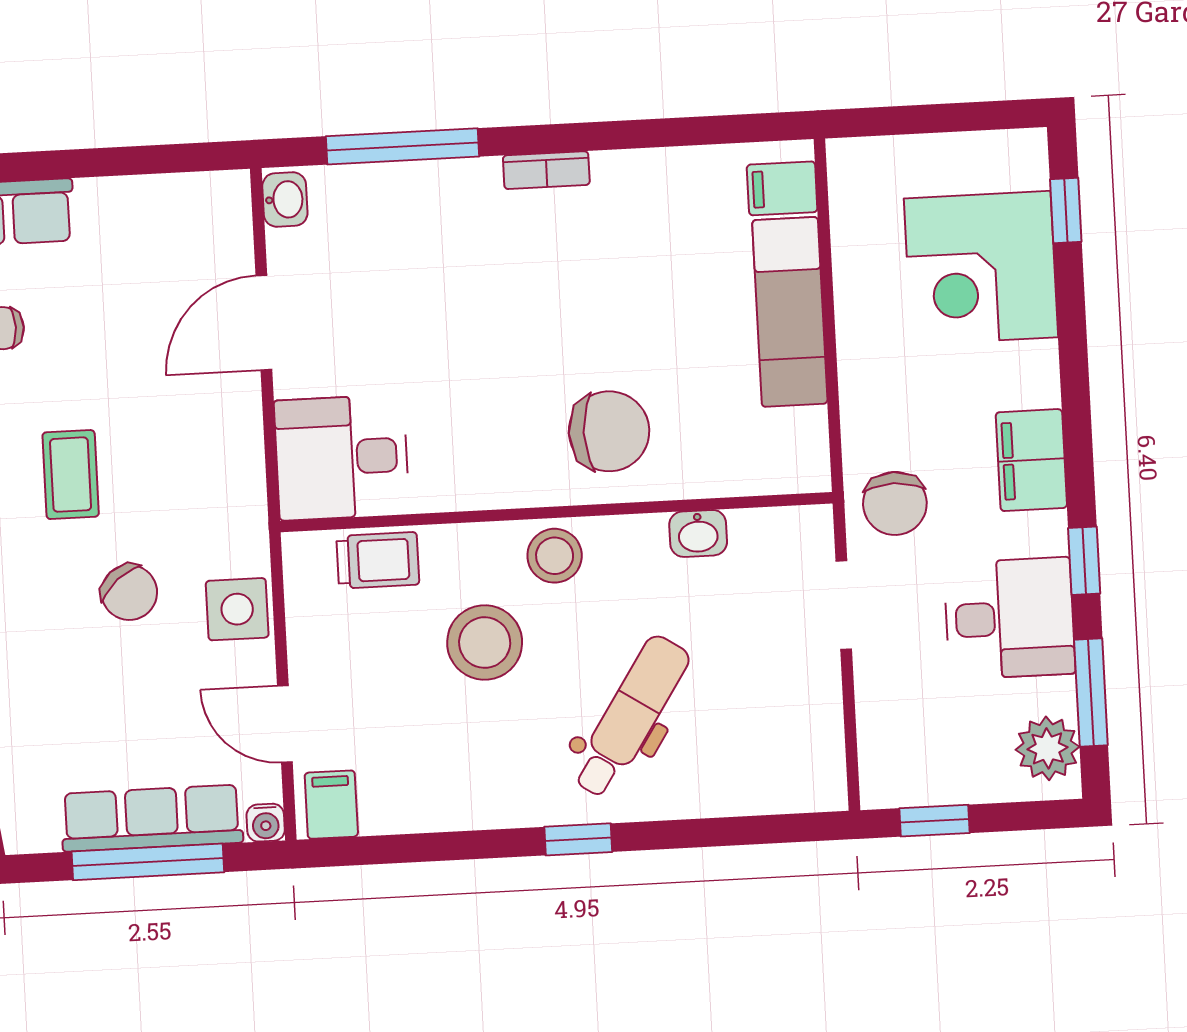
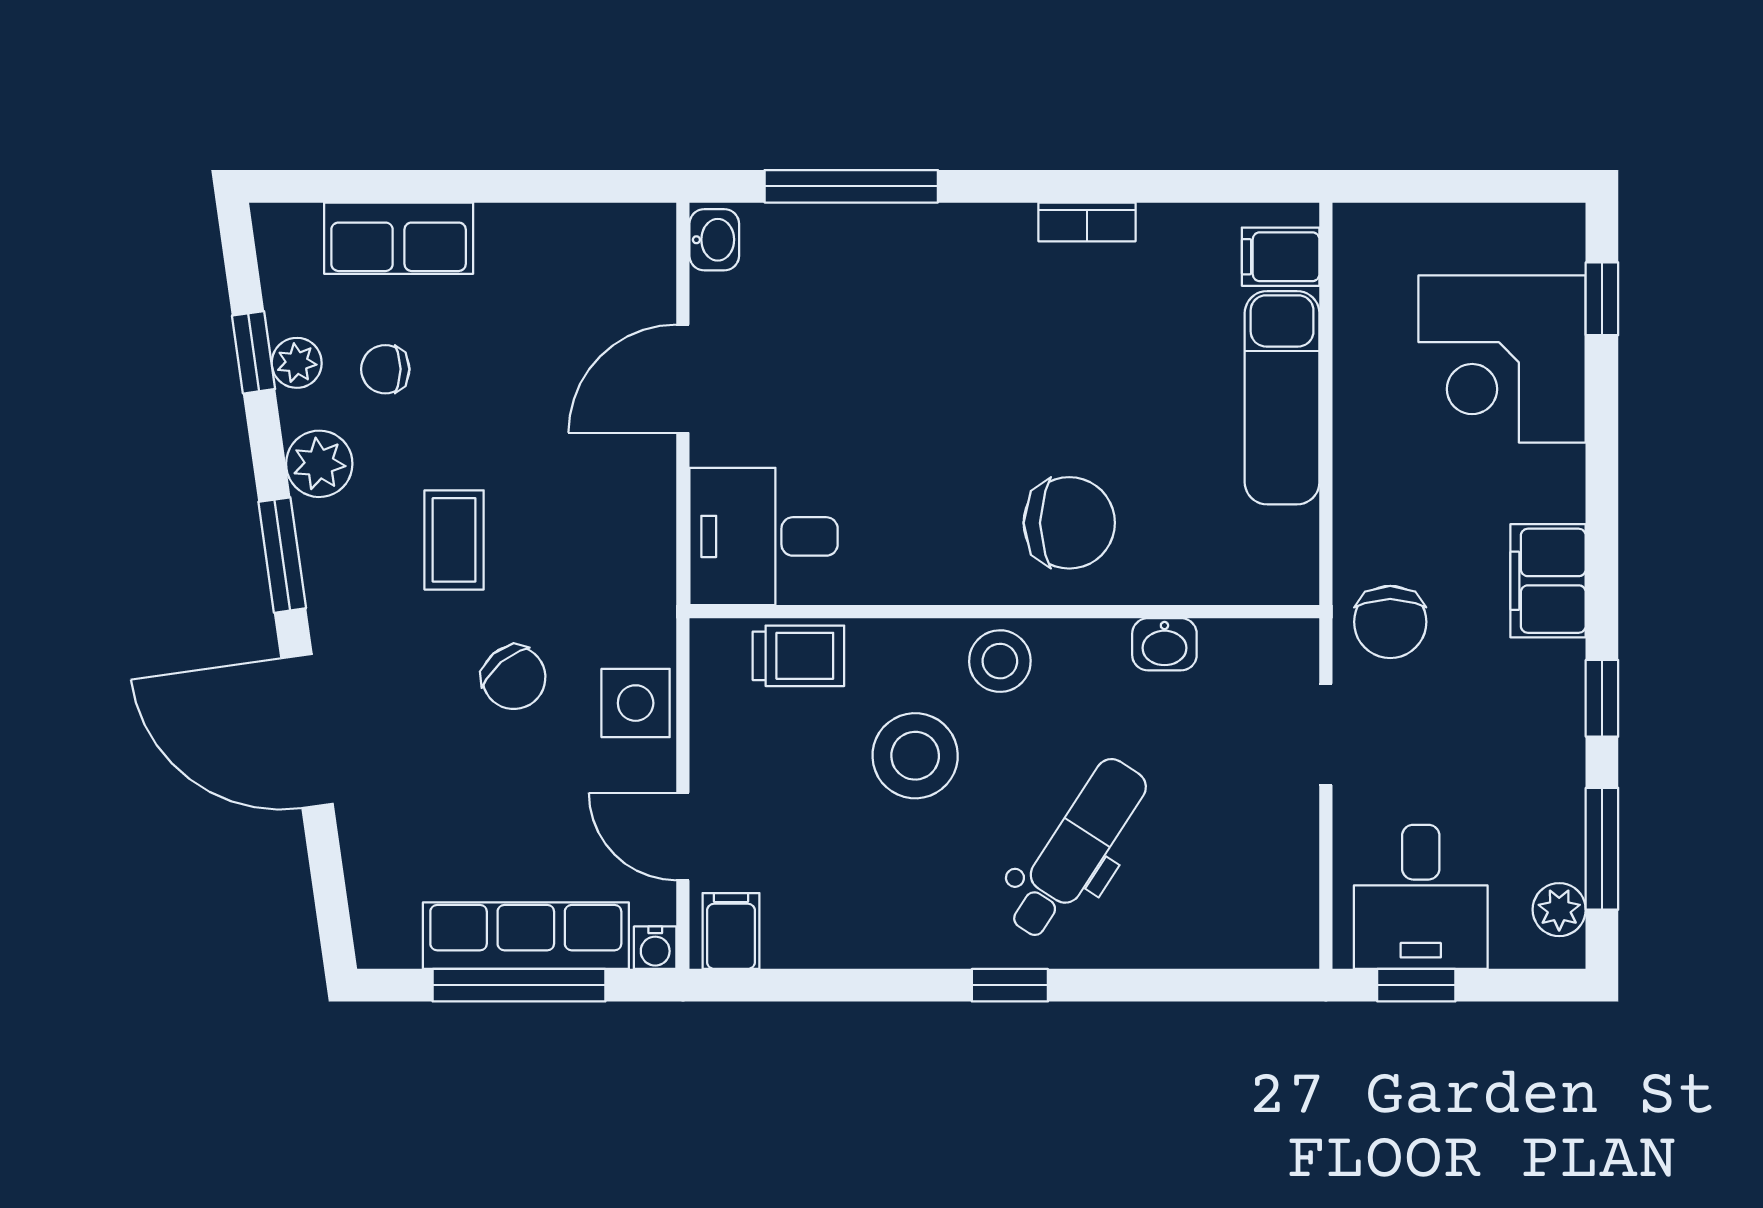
bookcase: (546, 170) -> (1087, 222), moved
desk: (1009, 618) -> (1421, 897), moved, turned 90
plant: (1048, 748) -> (1559, 910), width x0.73, depth x0.73

